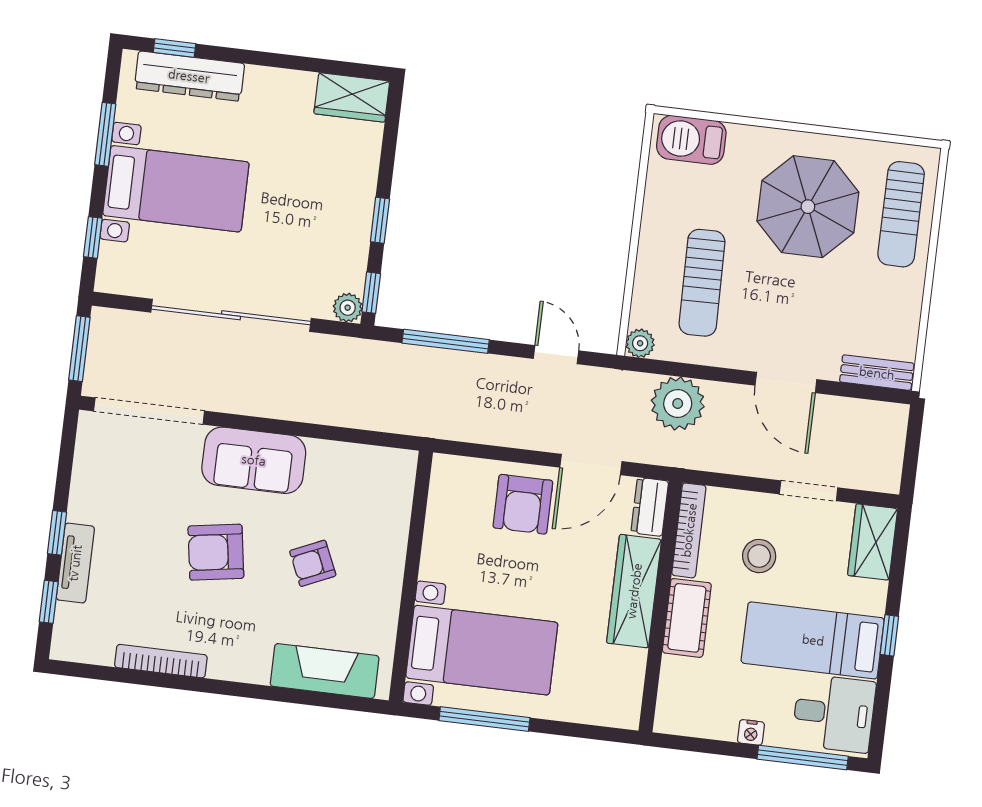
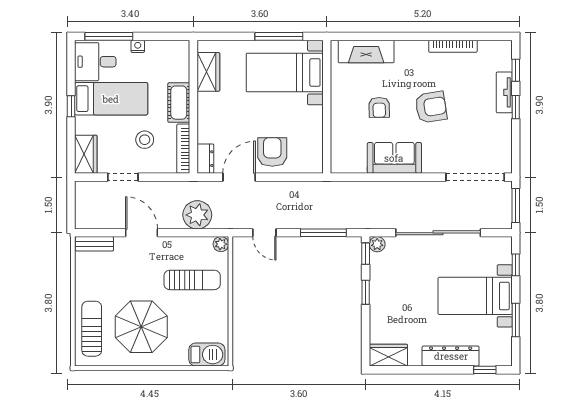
dresser: (189, 76) -> (451, 356), moved
sun lounger: (702, 283) -> (192, 280), turned 91
sofa: (254, 460) -> (394, 158), moved
armchair: (313, 563) -> (379, 107), turned 113
wardrobe: (634, 591) -> (208, 72), moved, width x0.67

